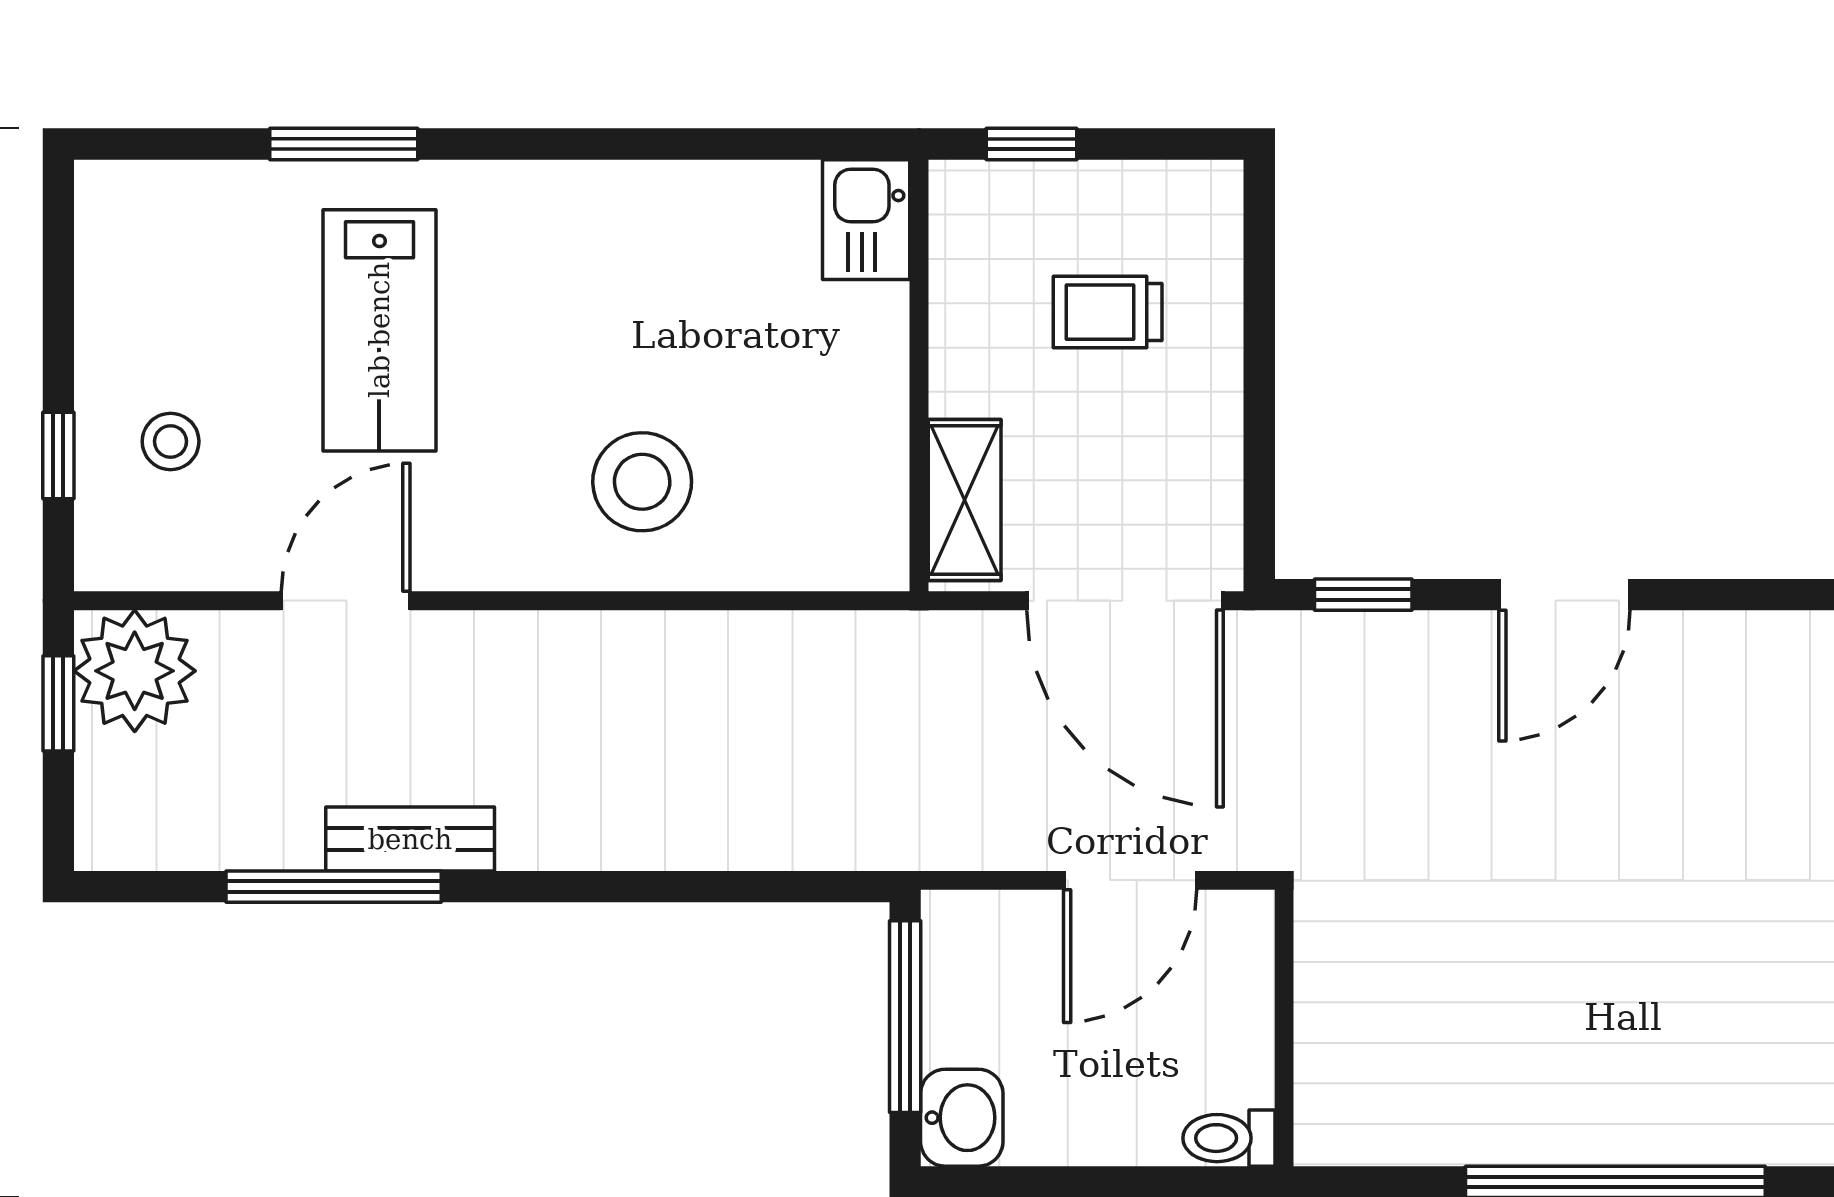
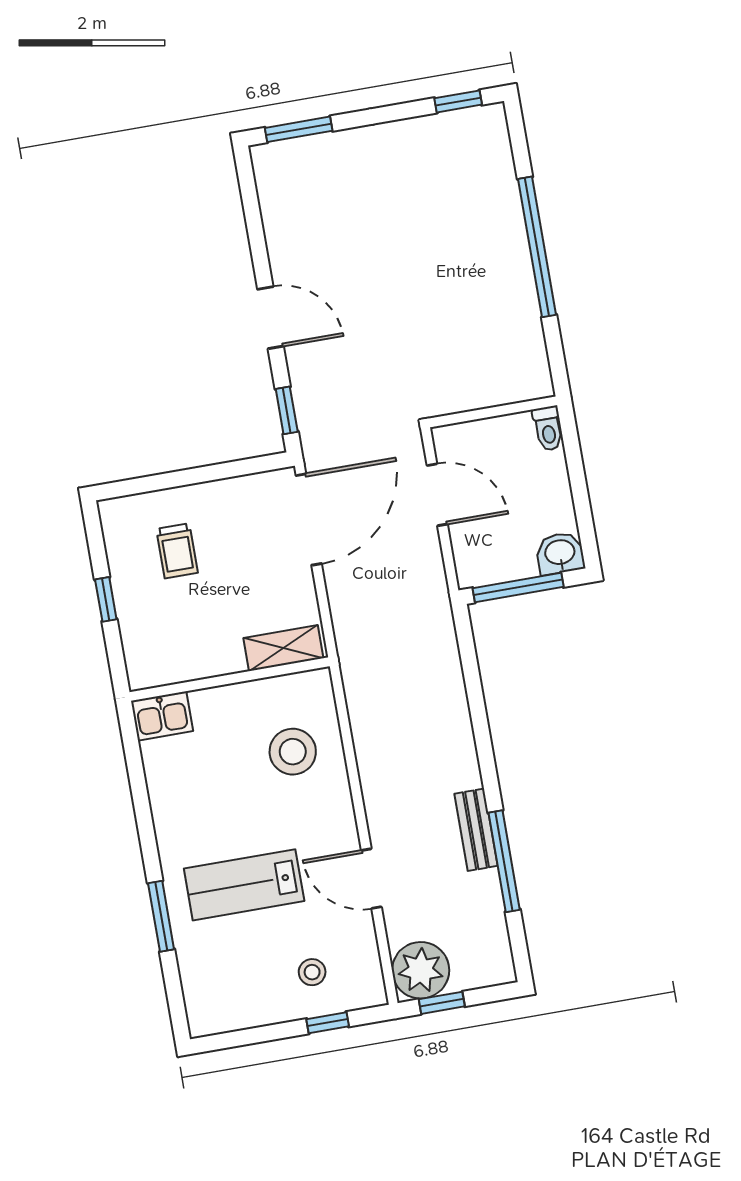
kitchen sink: (866, 220) -> (162, 716), moved
lab bench: (379, 330) -> (244, 885), turned 180
wall: (919, 375) -> (230, 679), moved
shelving: (965, 500) -> (283, 648), moved

